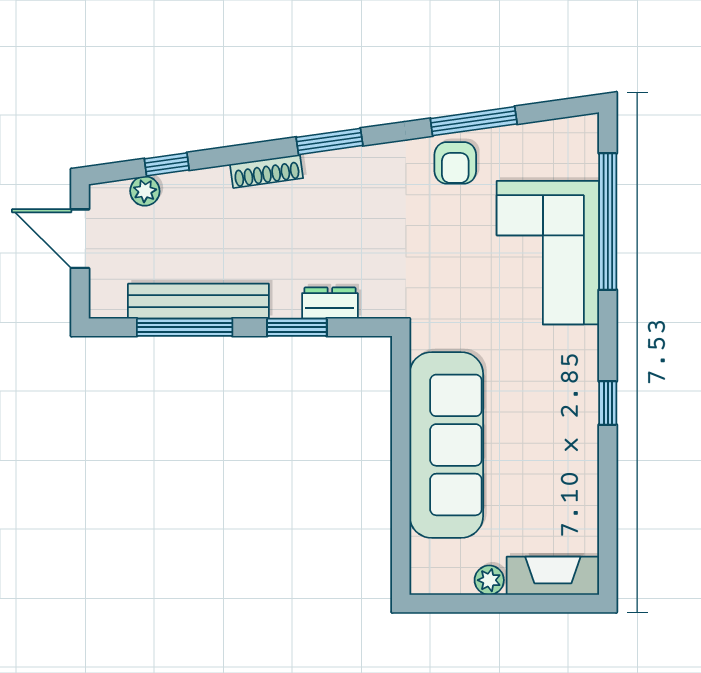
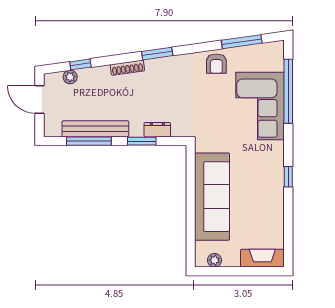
window: (474, 121) -> (242, 42), moved
plant: (489, 580) -> (215, 260), moved

